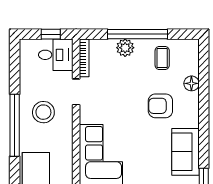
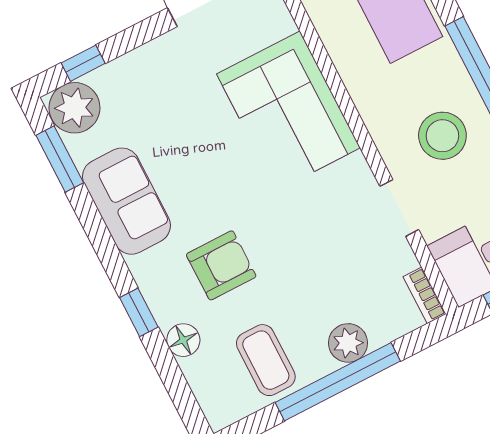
bookcase: (84, 58) -> (425, 295), width x0.64
coffee table: (162, 58) -> (266, 360), width x1.36, depth x1.30
window: (204, 104) -> (139, 312), added

